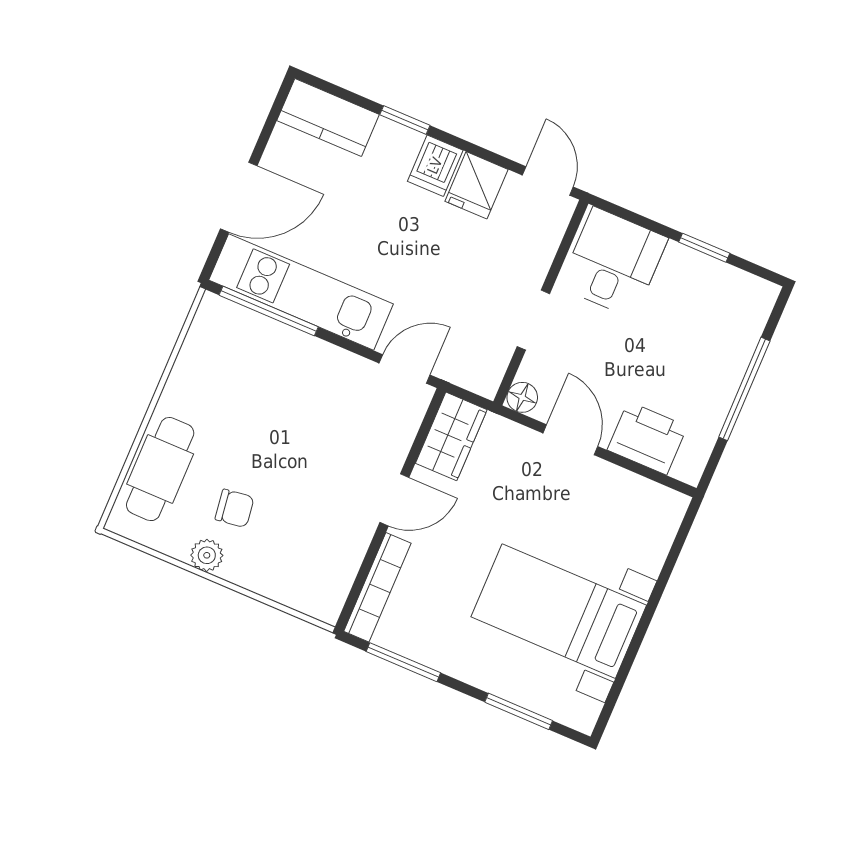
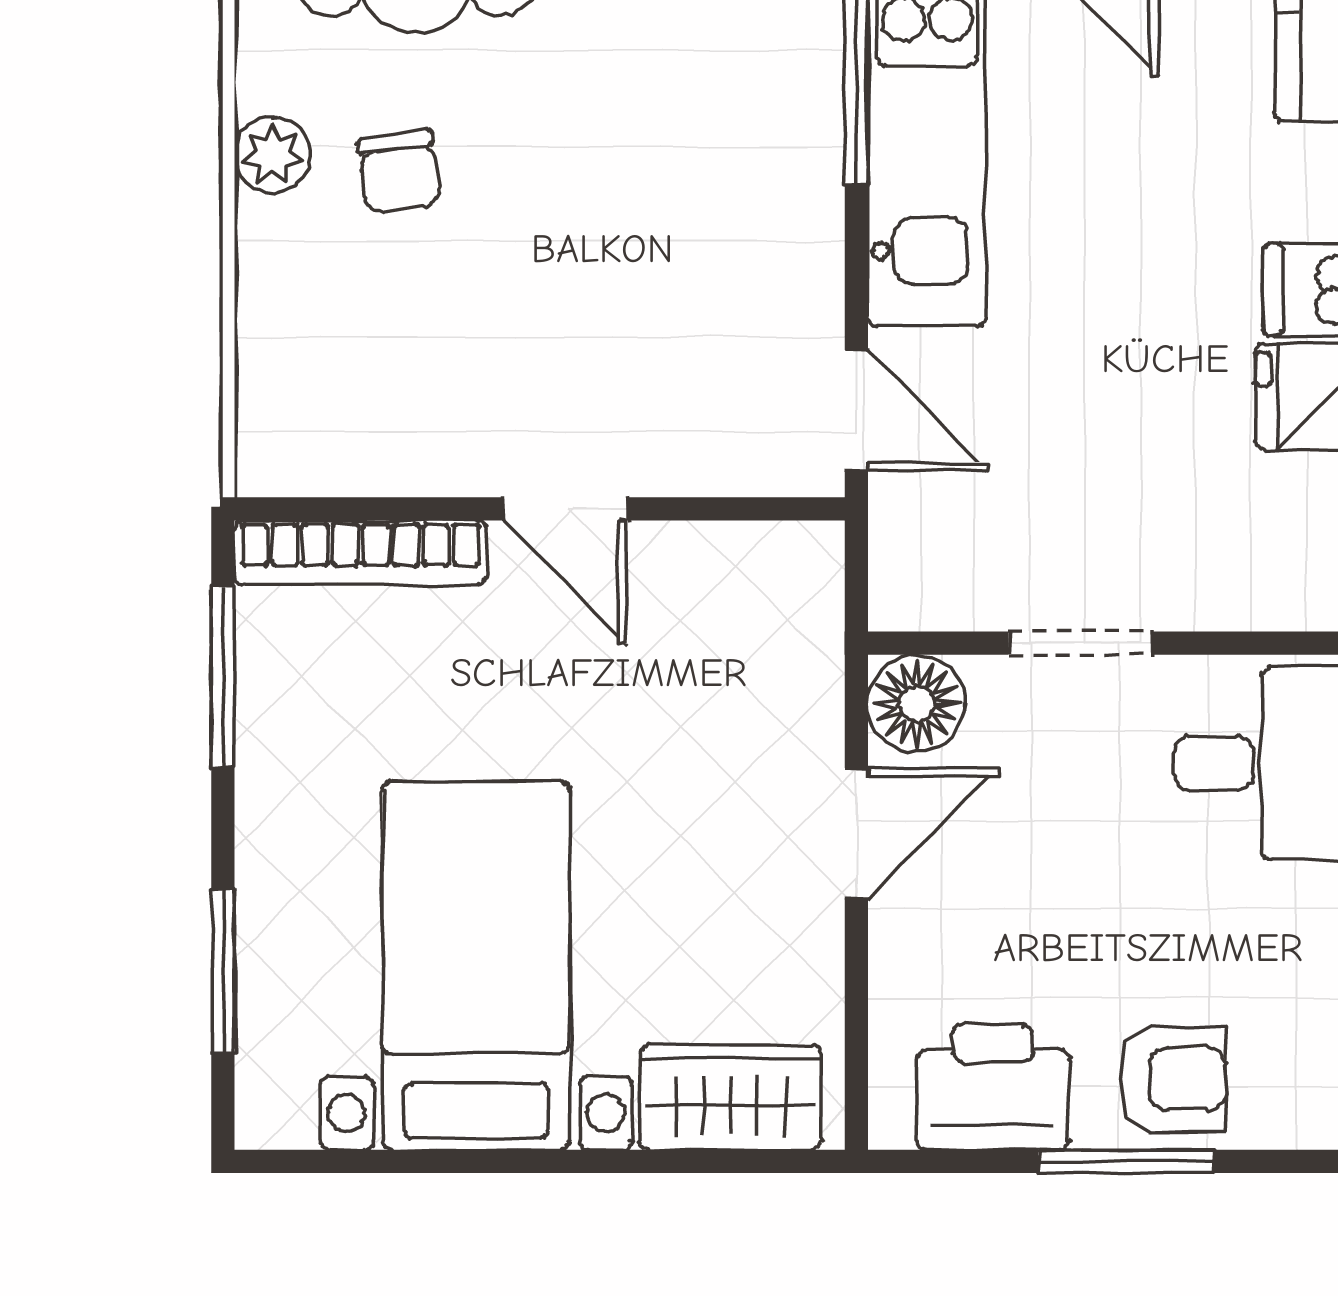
armchair: (720, 357) -> (1173, 1079), added
window: (744, 389) -> (1126, 1161), width x0.69
floor lamp: (522, 397) -> (917, 703), width x1.37, depth x1.37
wardrobe: (451, 436) -> (731, 1097), moved, turned 180
printer: (647, 438) -> (993, 1087), moved, turned -90

